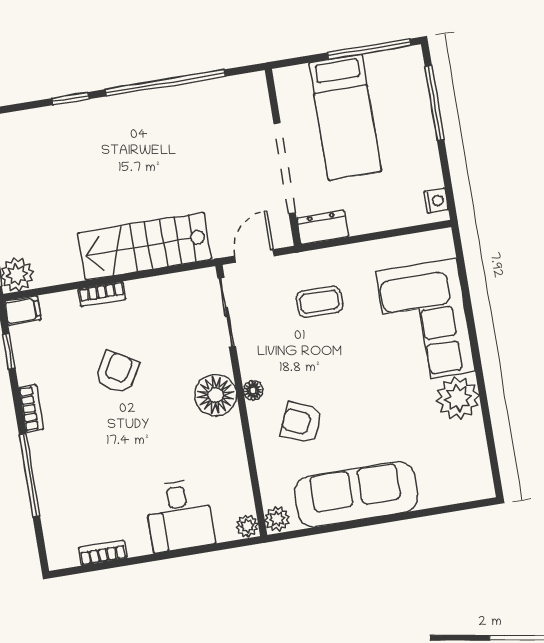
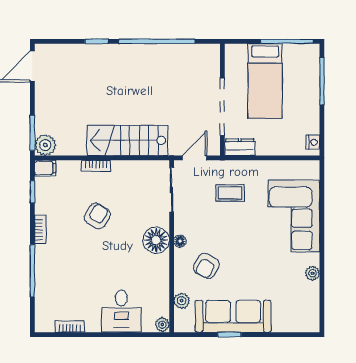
plant: (458, 398) -> (312, 273), width x0.53, depth x0.53
armchair: (301, 423) -> (206, 266), turned -84
plant: (277, 519) -> (182, 301), moved
window: (355, 524) -> (229, 335), added

